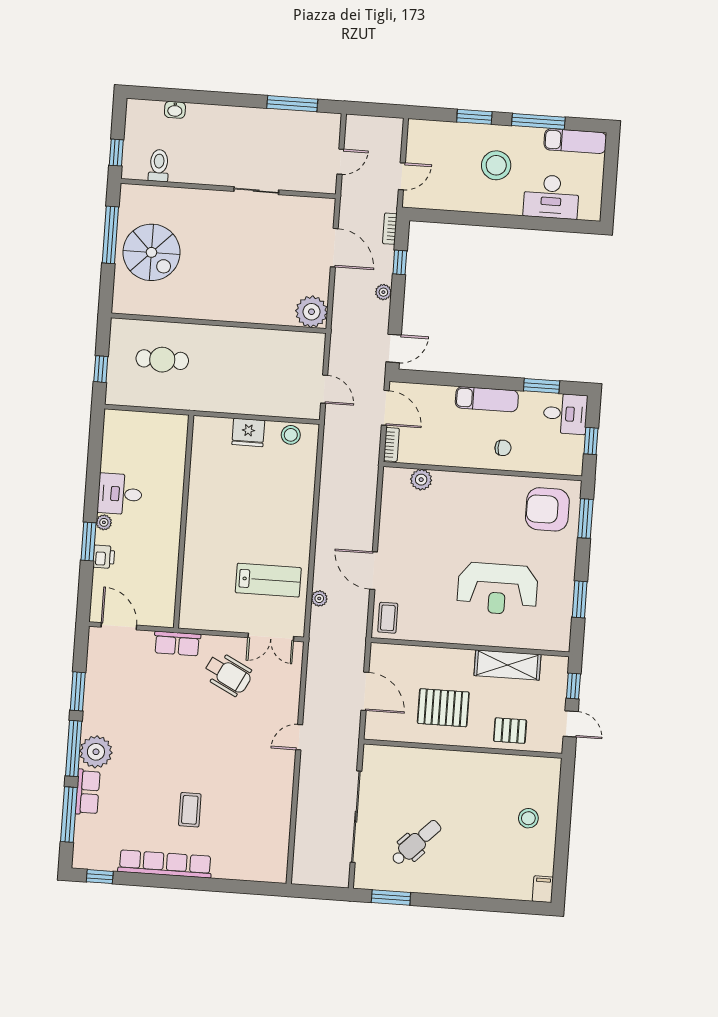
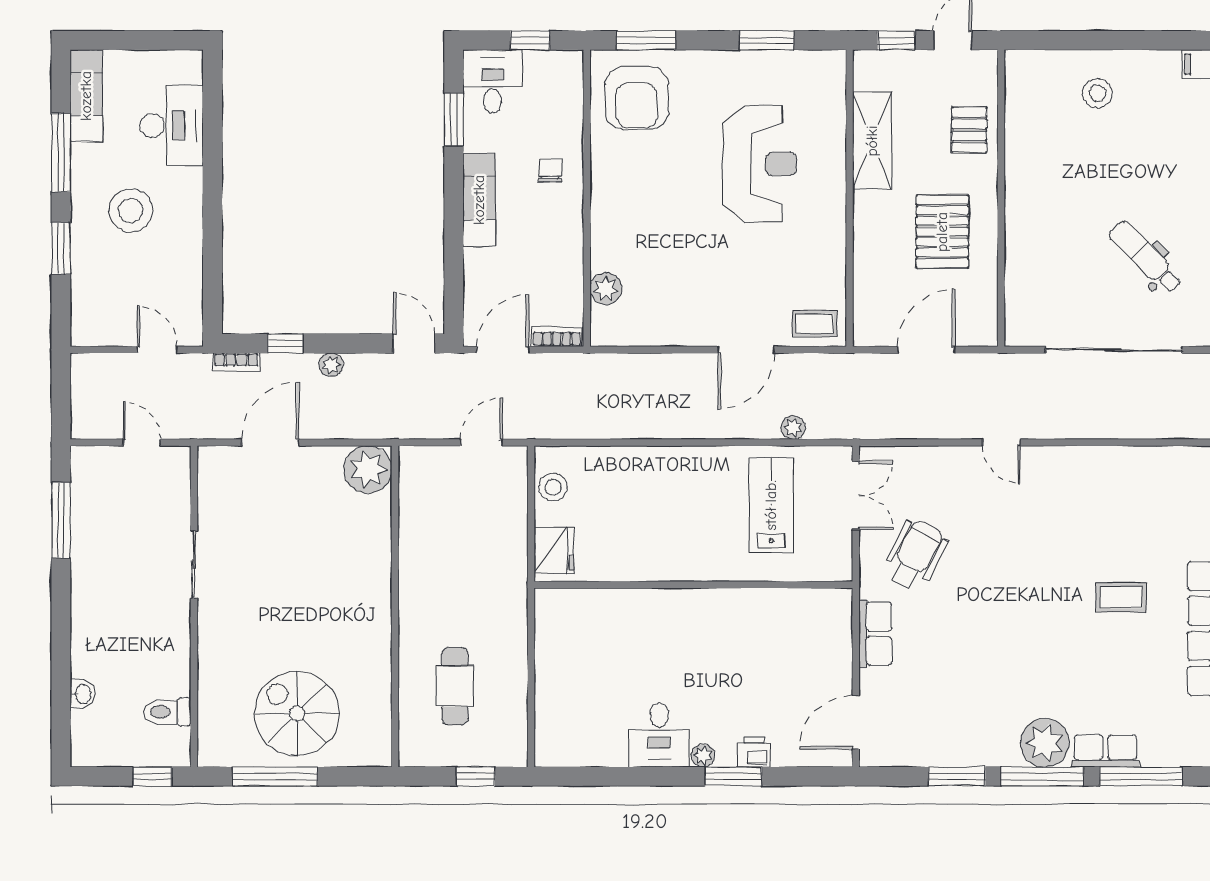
spiral stairs: (151, 252) -> (297, 714), turned -90
wall: (184, 522) -> (693, 585), moved

